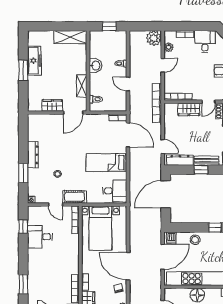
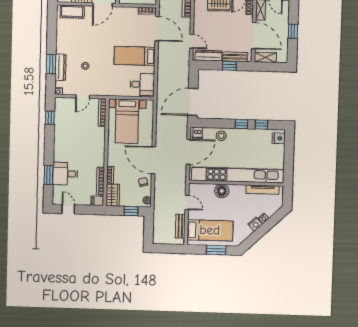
dresser: (33, 155) -> (61, 67), moved
door: (166, 194) -> (193, 102), moved
cot: (74, 197) -> (72, 12), moved
door: (56, 205) -> (83, 97), hinge flipped
desk: (40, 237) -> (65, 174), moved

